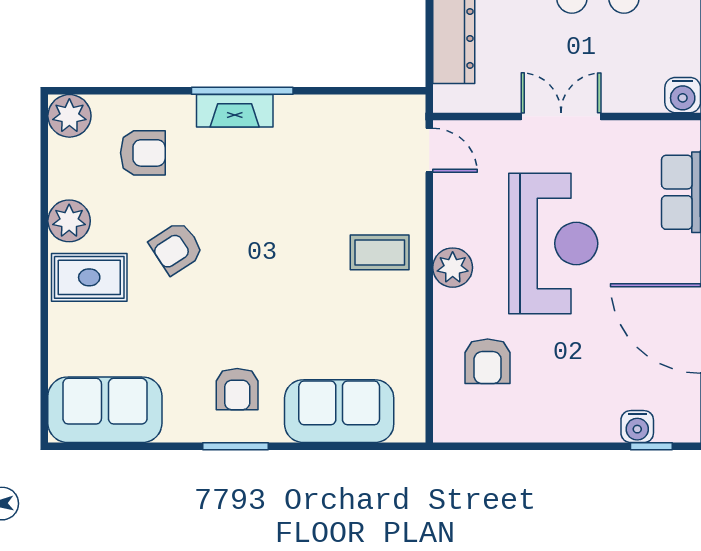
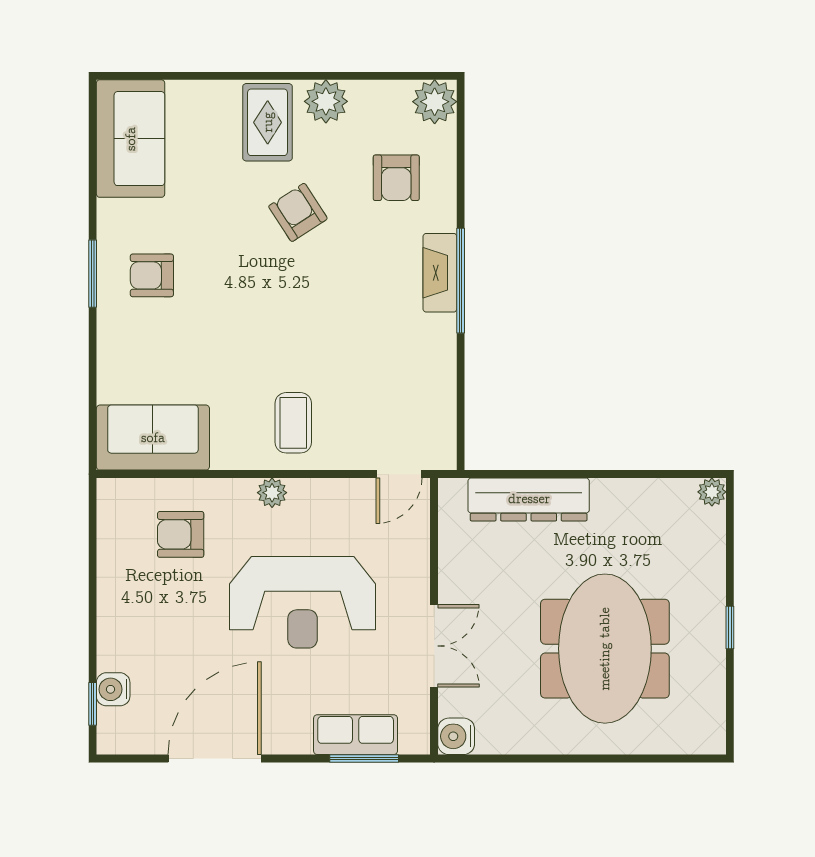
double door: (561, 116) -> (434, 646), moved
plant: (453, 268) -> (272, 493), width x0.73, depth x0.73
sofa: (339, 411) -> (153, 438), moved, turned -90

